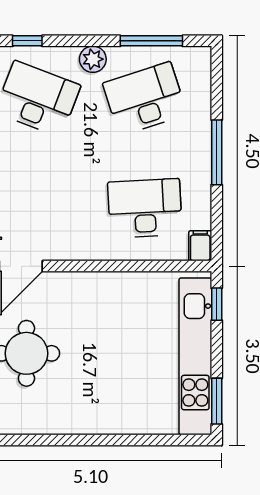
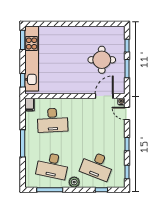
desk: (145, 99) -> (53, 166), turned 30

